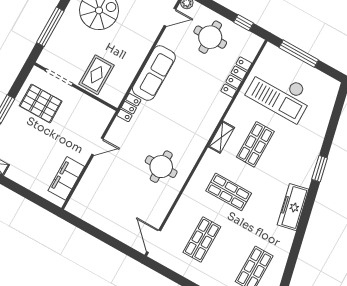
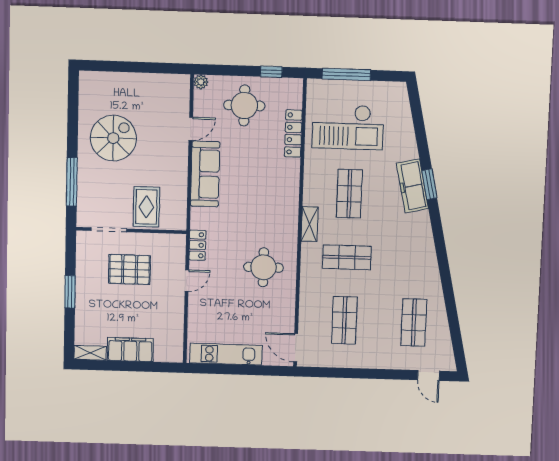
door: (170, 17) -> (191, 129), moved
pallet: (41, 103) -> (130, 269), moved
locker: (129, 108) -> (197, 245), moved
shelving: (221, 137) -> (310, 224), moved
filing cabinet: (66, 178) -> (130, 350), moved, turned 90
freezer: (293, 207) -> (412, 186), moved
kitchen unit: (98, 218) -> (226, 354), added

